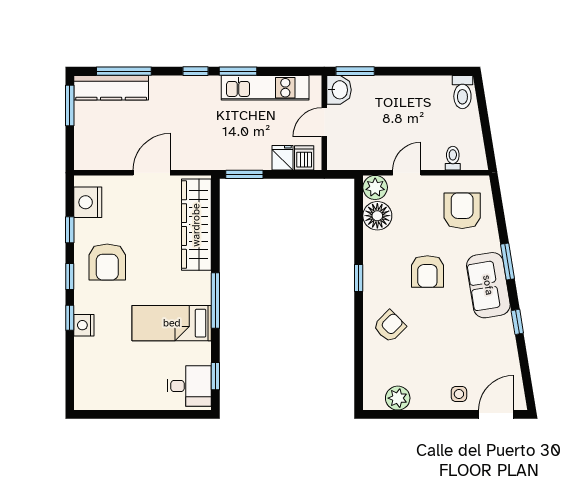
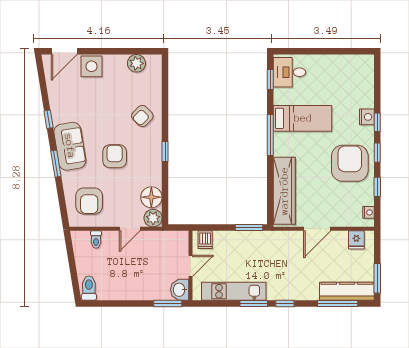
fridge: (282, 158) -> (356, 240), moved
nightstand: (88, 202) -> (369, 212), width x0.53, depth x0.56
armchair: (107, 262) -> (350, 163), width x1.36, depth x1.36
side table: (459, 394) -> (91, 66), width x1.87, depth x1.87

